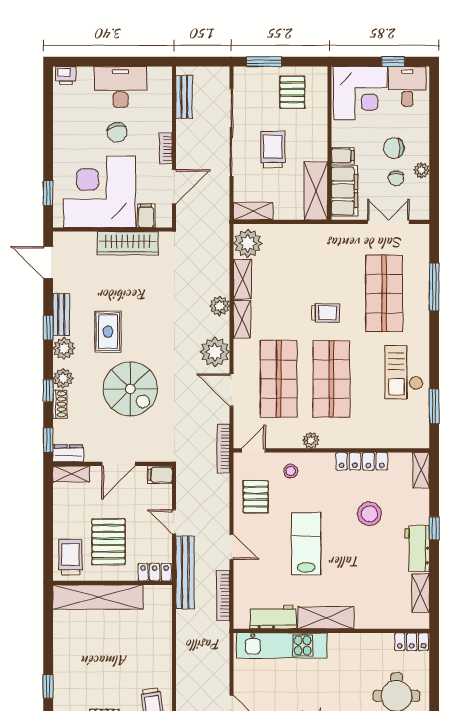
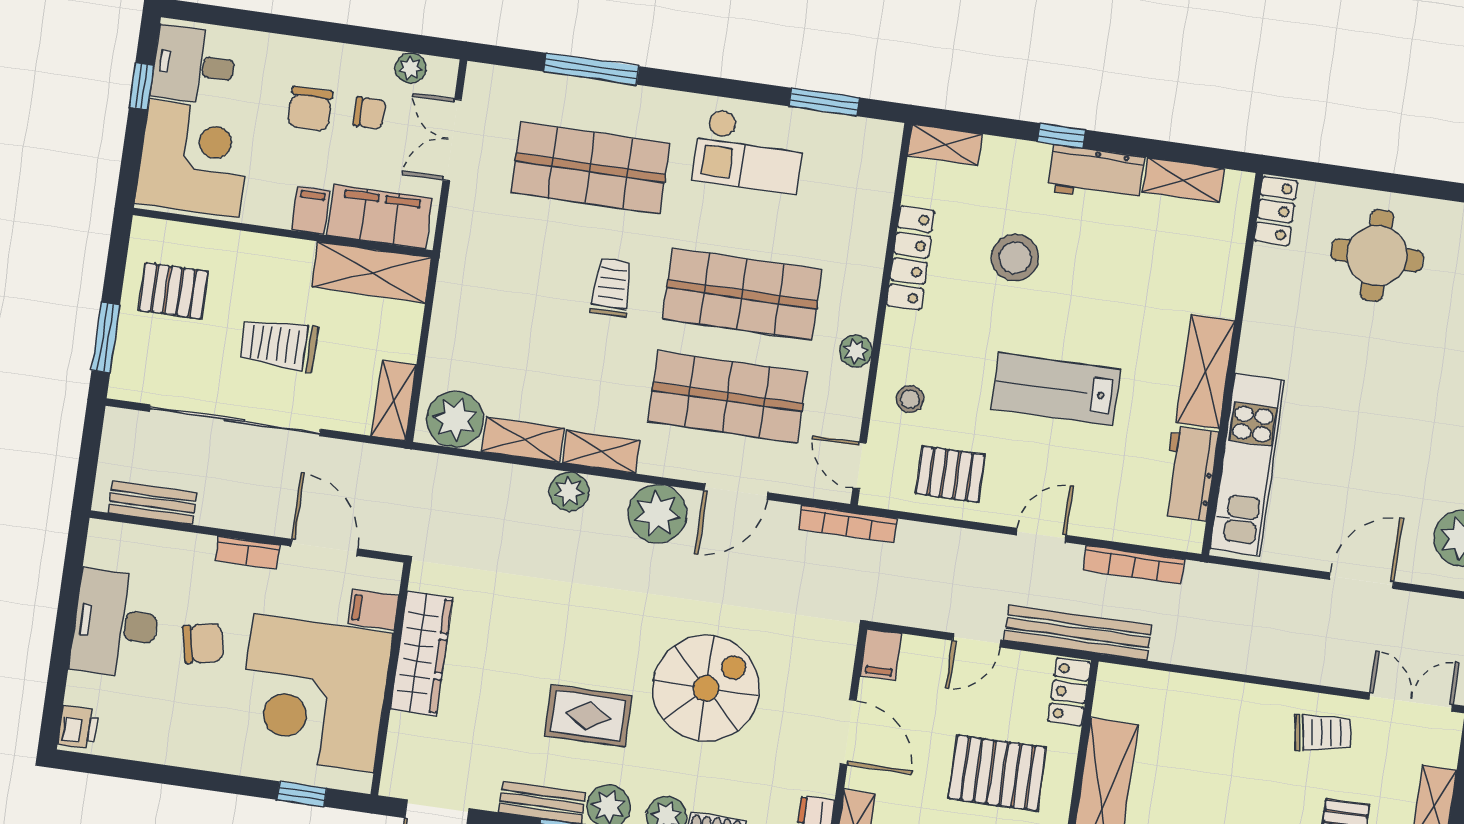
plant: (422, 170) -> (411, 68), moved

